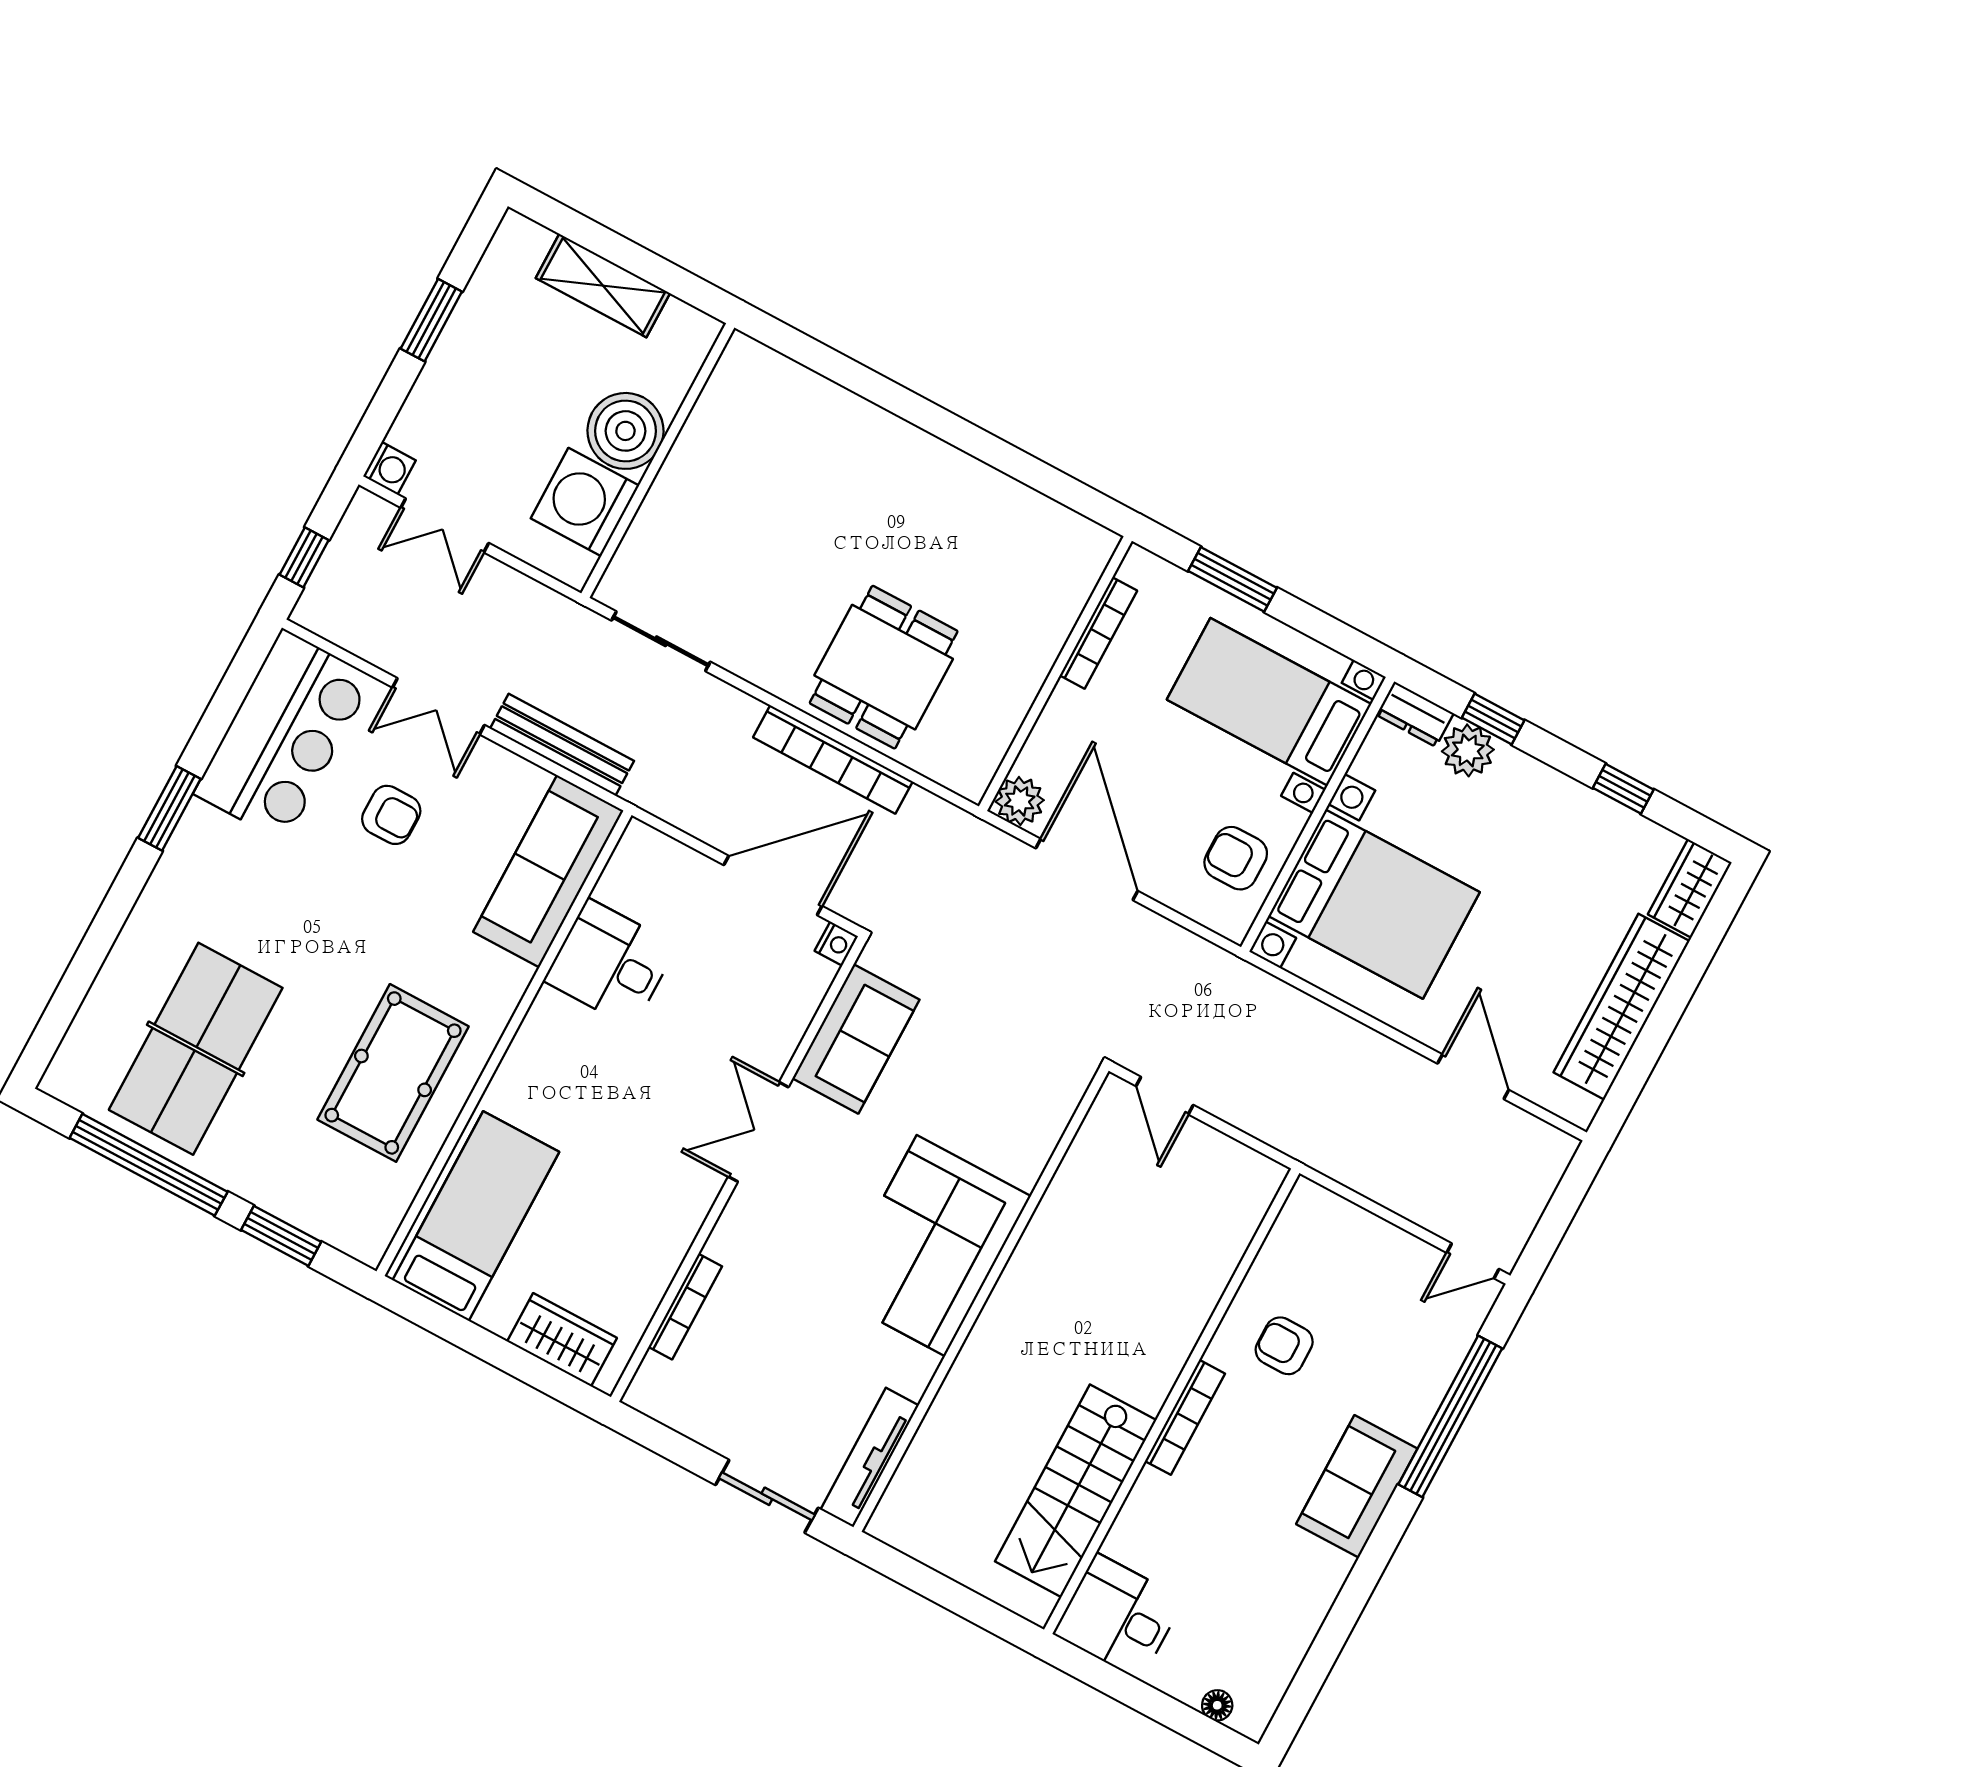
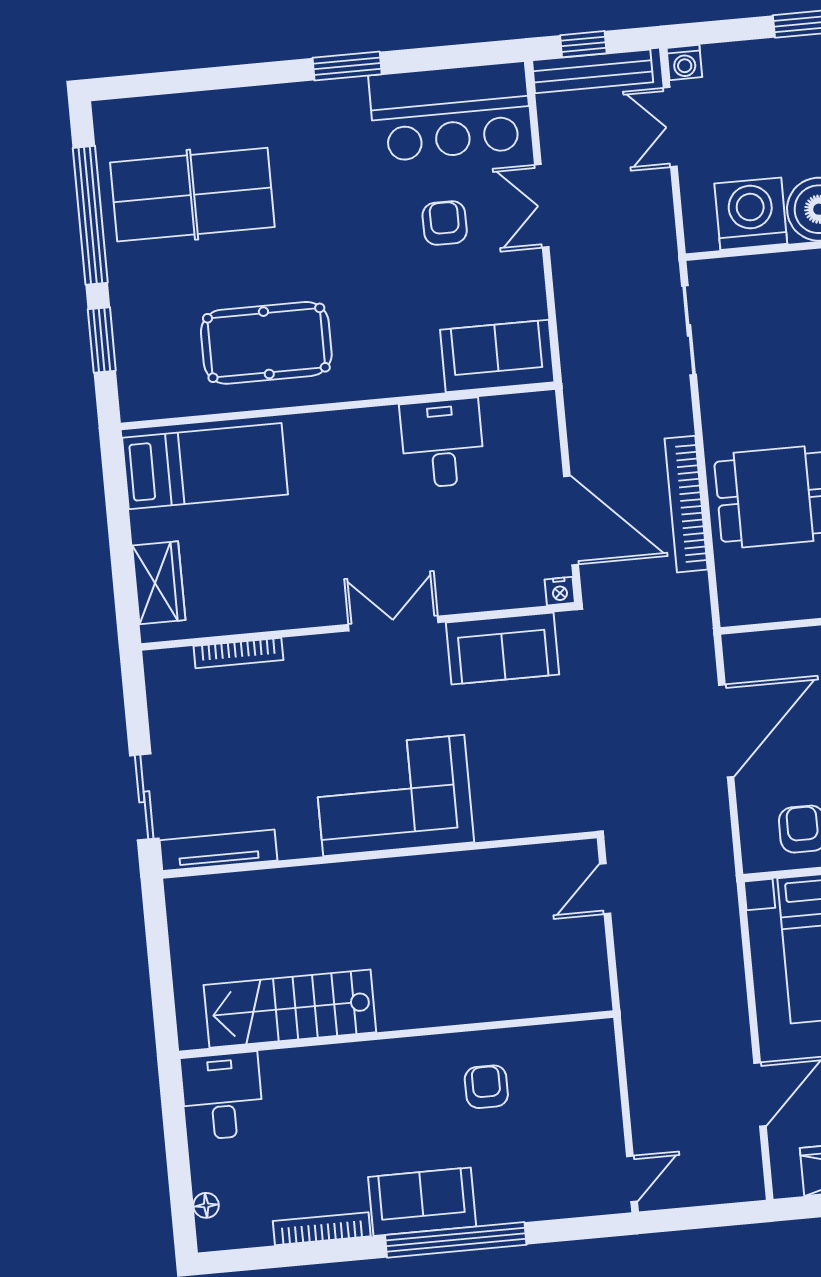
bench: (562, 745) -> (593, 71), moved, turned 90
plant: (1020, 801) -> (743, 653), removed
armchair: (391, 815) -> (445, 223), turned 180
sofa: (548, 871) -> (497, 356), width x0.73
door: (1473, 1261) -> (632, 1179), swing flipped
window: (1450, 1416) -> (456, 1240), moved
bookcase: (1185, 1417) -> (322, 1229), moved, turned 180

